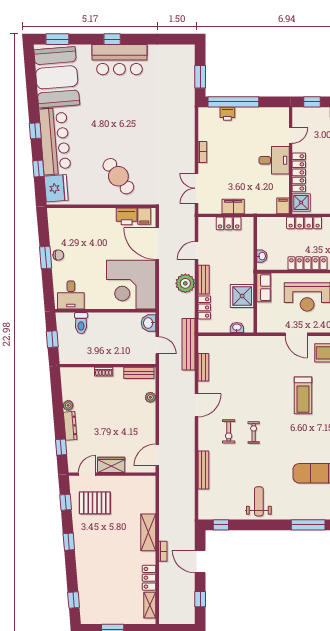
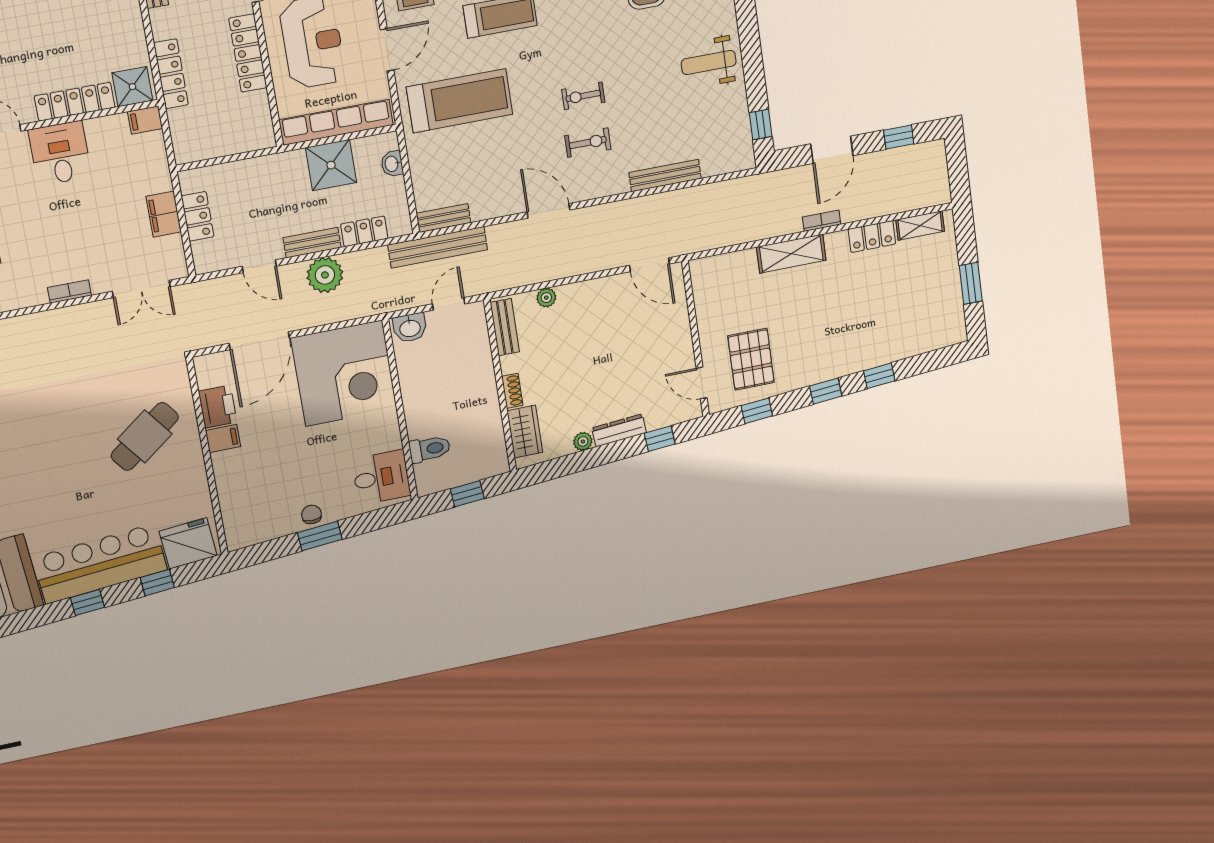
filing cabinet: (144, 216) -> (223, 438), moved
washbasin: (262, 256) -> (249, 142), removed
row of seats: (264, 288) -> (336, 122), width x2.02
bench: (203, 367) -> (443, 218), moved
treadmill: (263, 368) -> (460, 101), added
wardrobe: (111, 465) -> (525, 432), moved, turned 180
window: (74, 600) -> (879, 376), moved

